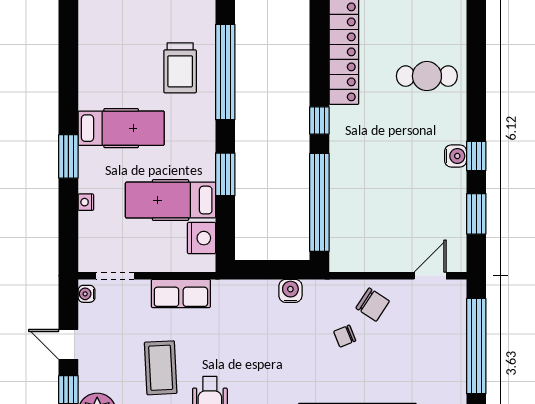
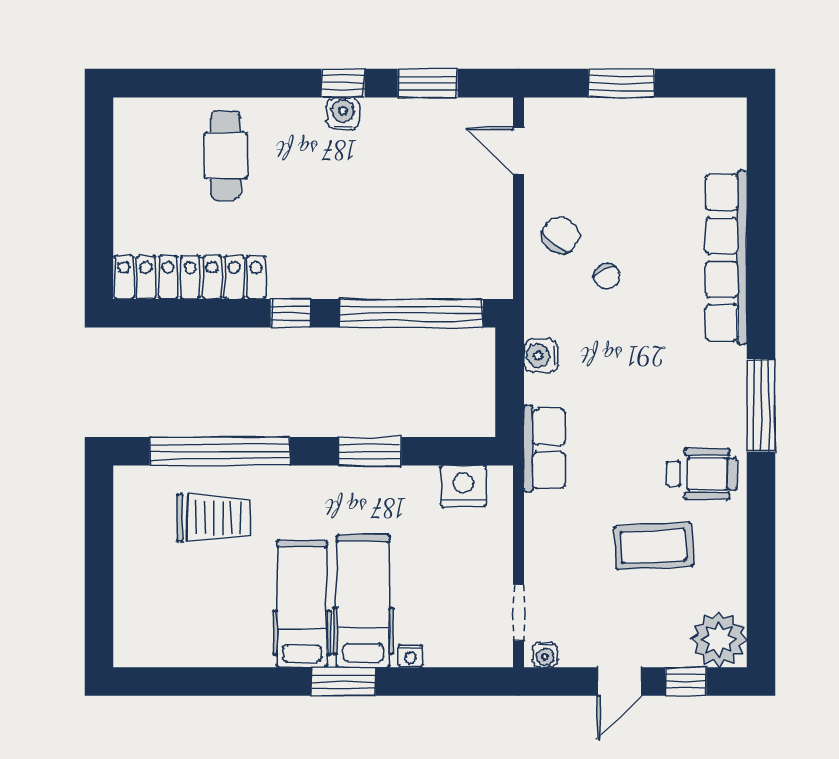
hospital bed: (171, 200) -> (363, 601), moved, turned 180
row of seats: (181, 293) -> (544, 449), moved
window: (476, 346) -> (622, 83), width x0.47

